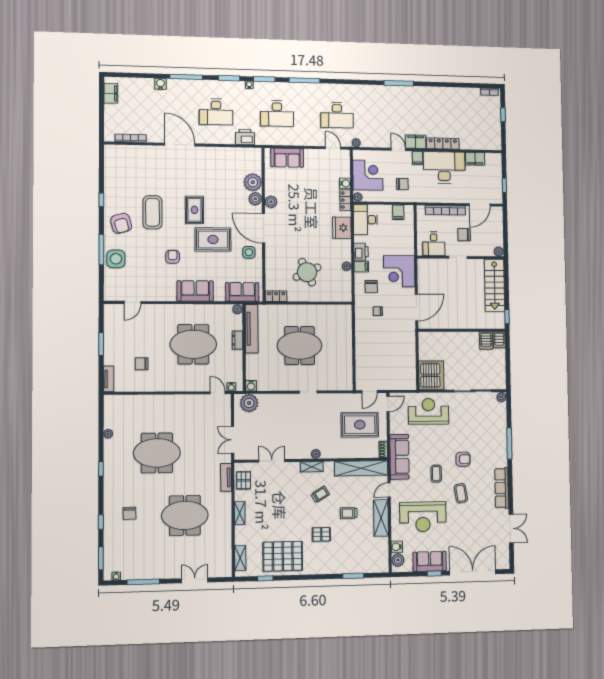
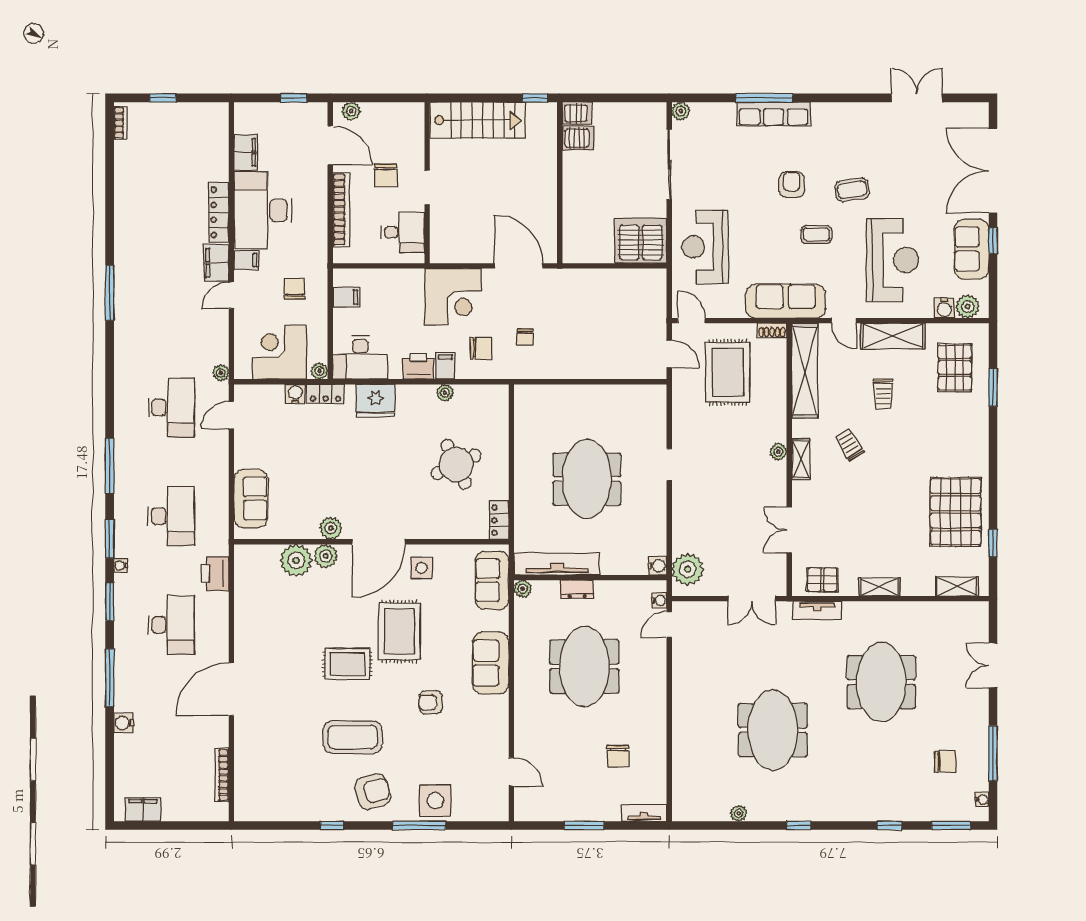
plant: (499, 251) -> (351, 111), moved
row of seats: (502, 488) -> (774, 114), moved
chair: (129, 513) -> (945, 762), moved
pallet: (321, 534) -> (955, 368), moved, width x1.50, depth x1.42

